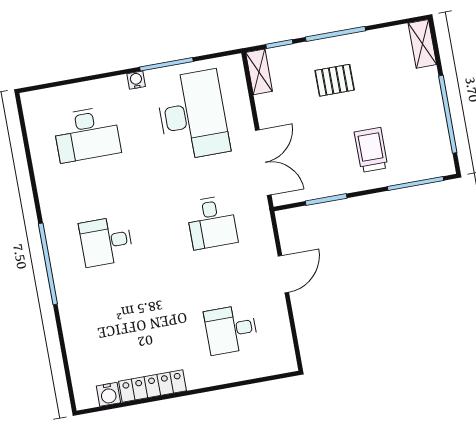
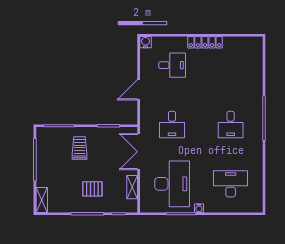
shelving: (259, 72) -> (132, 187), moved
desk: (193, 115) -> (172, 184), turned 180
trolley: (371, 150) -> (80, 148), turned 180
desk: (212, 222) -> (172, 125), turned 180
desk: (106, 241) -> (231, 125), turned 90
locker: (152, 386) -> (205, 42), moved
water cooler: (108, 394) -> (146, 42), moved

